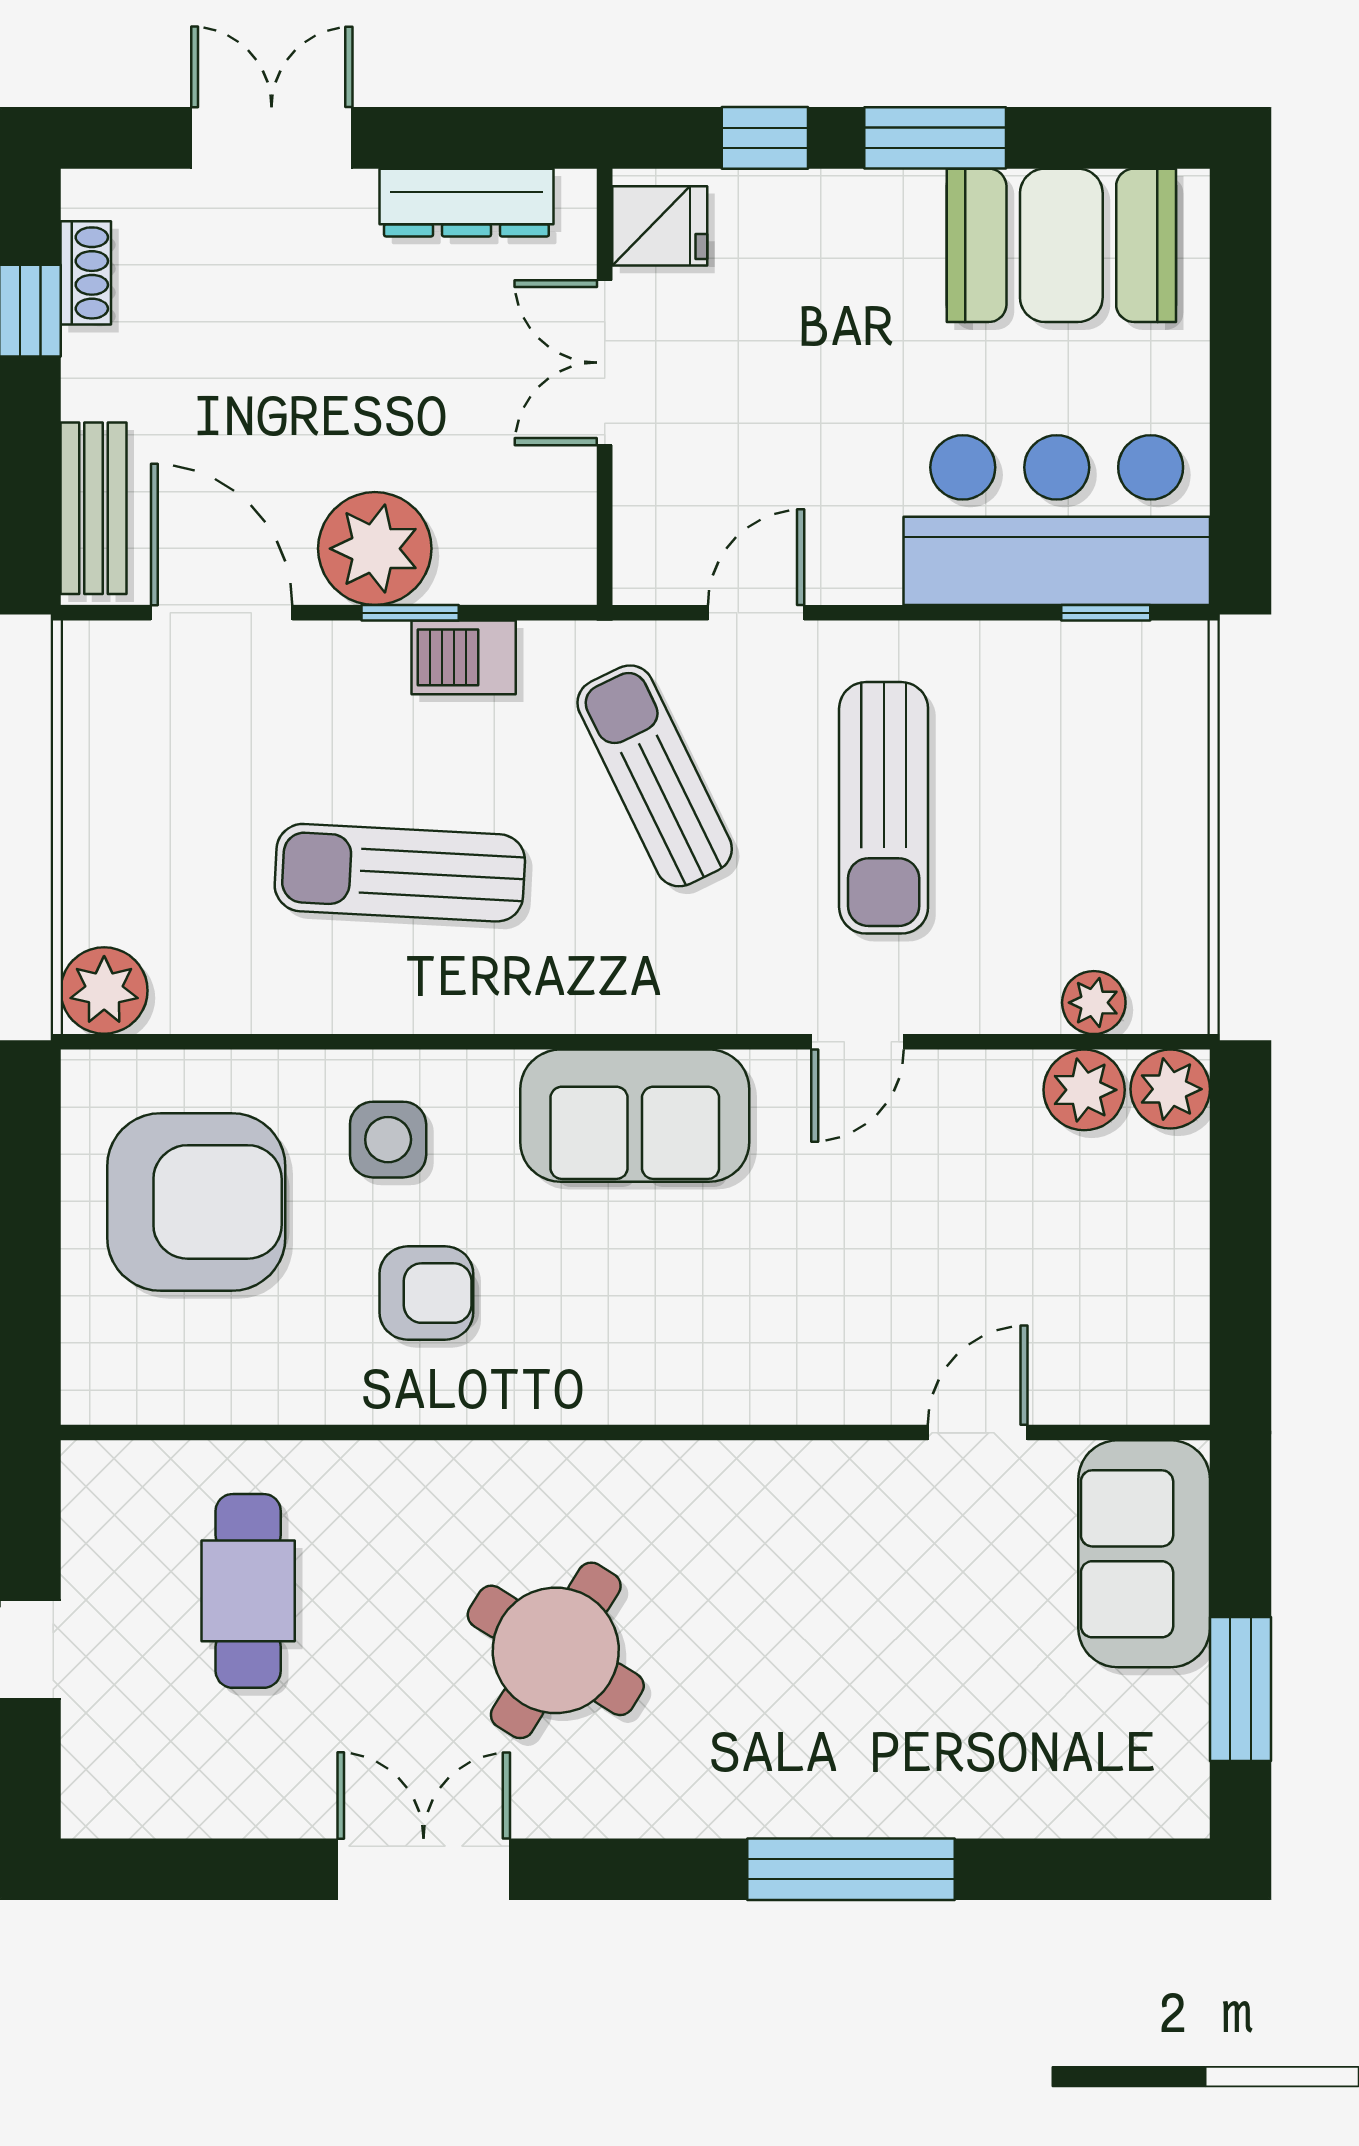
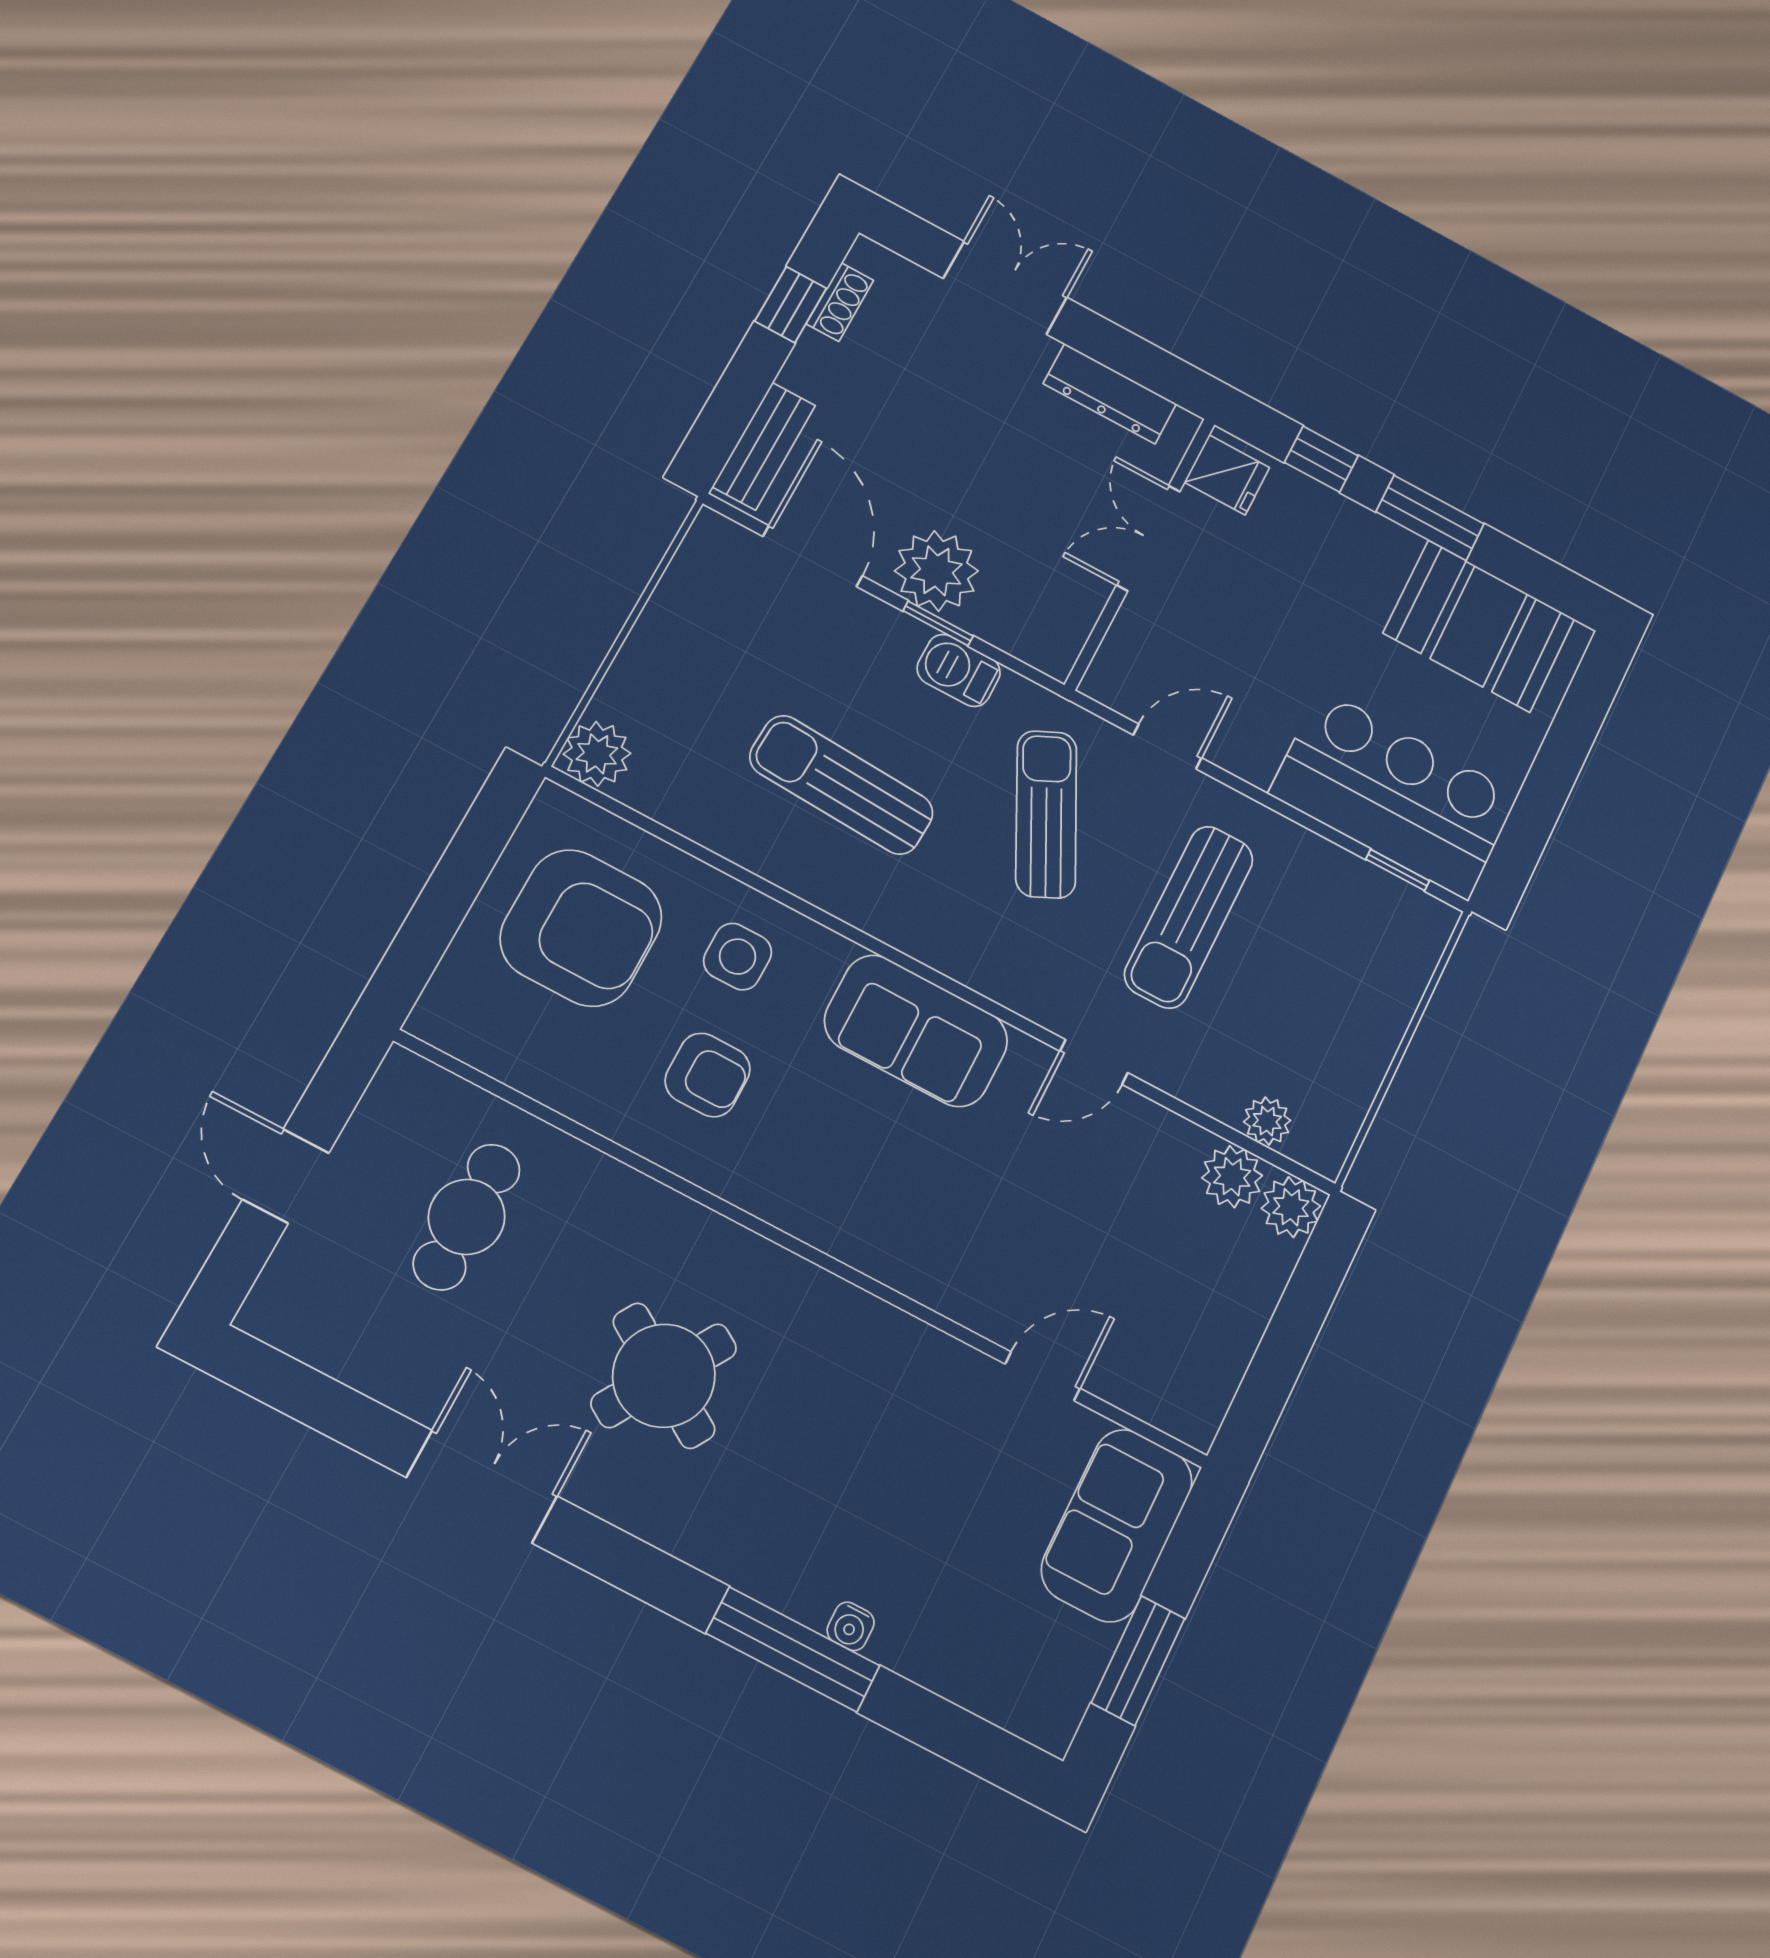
water cooler: (901, 1813) -> (851, 1626), added

